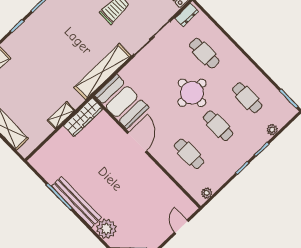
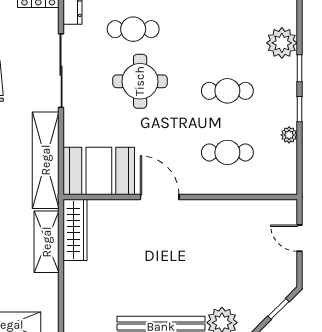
round table: (192, 93) -> (140, 81), moved
cafe table: (247, 98) -> (227, 29), removed
shelving: (61, 115) -> (47, 242), width x1.50, depth x1.33
plant: (272, 130) -> (282, 43), width x1.87, depth x1.87
plant: (207, 193) -> (289, 135), moved

